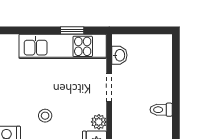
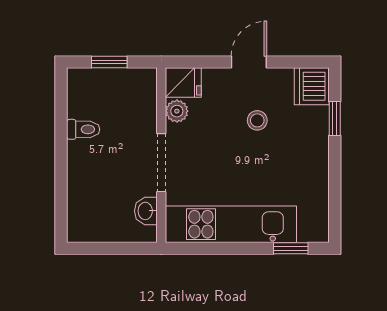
window: (72, 30) -> (291, 248), moved
doorway: (109, 87) -> (161, 163), width x1.38

